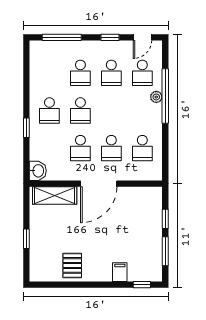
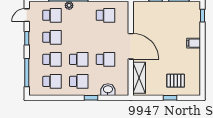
door: (142, 37) -> (27, 15), swing flipped
school desk: (111, 148) -> (52, 81), moved
washbasin: (38, 171) -> (108, 90), moved
pallet: (72, 265) -> (176, 81), moved
filing cabinet: (120, 272) -> (194, 43), moved

